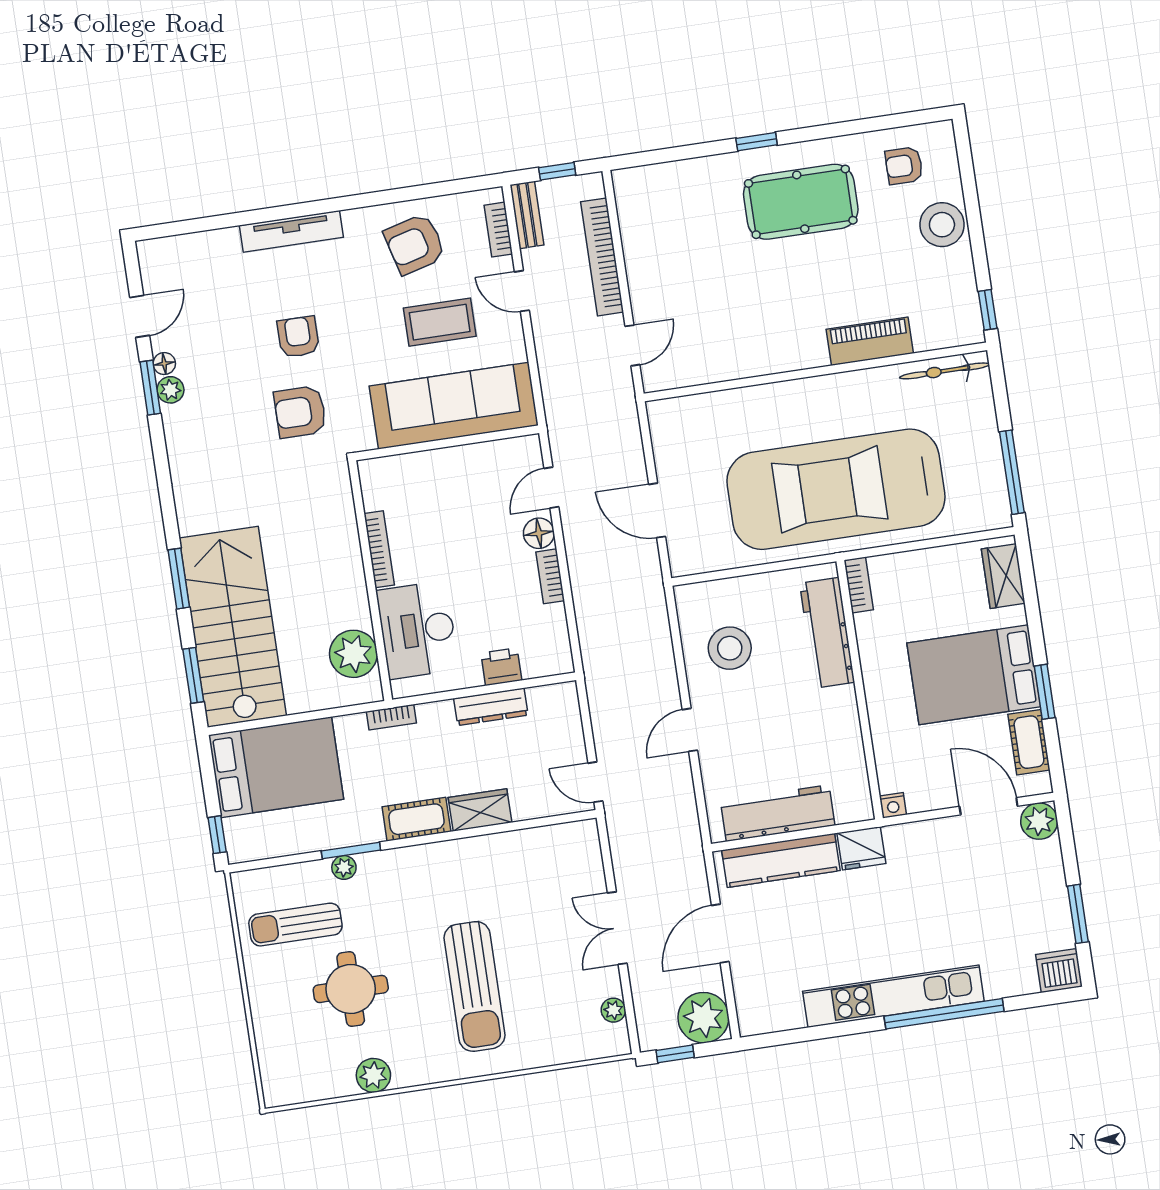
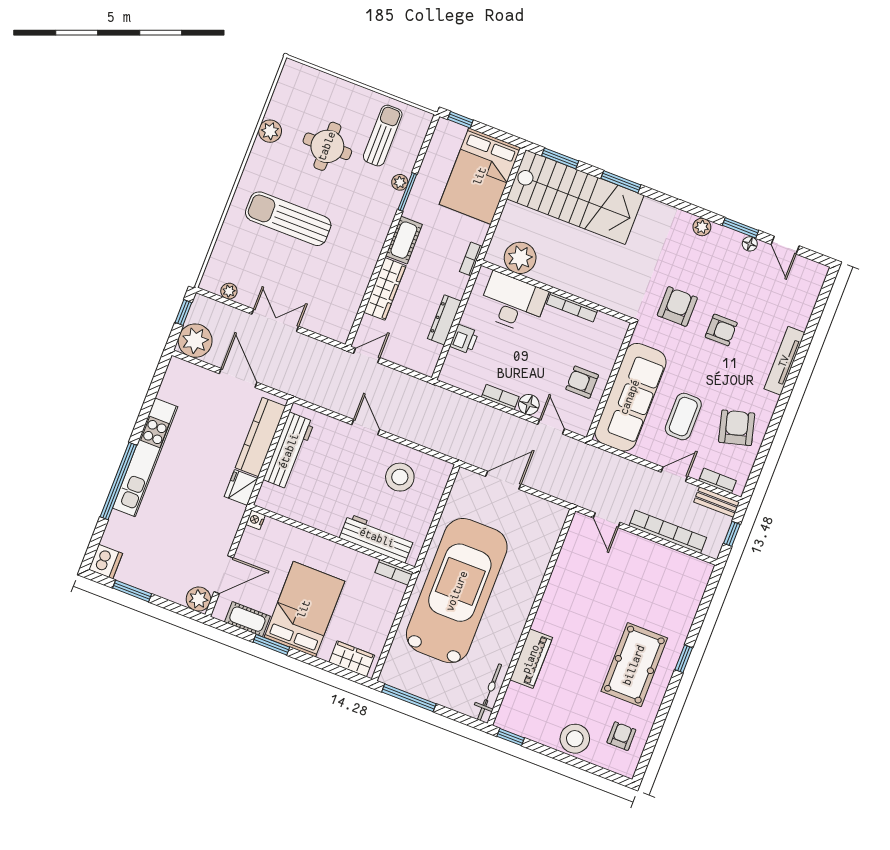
plant: (170, 390) -> (702, 227), moved
armchair: (470, 480) -> (582, 382), added
wardrobe: (480, 810) -> (385, 289), width x1.50

